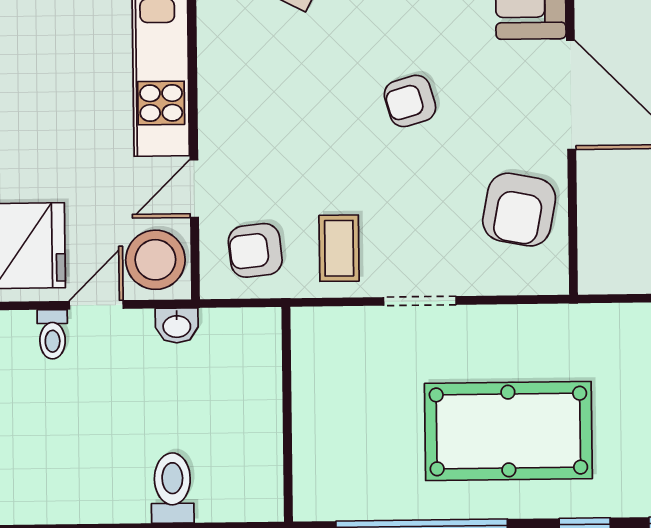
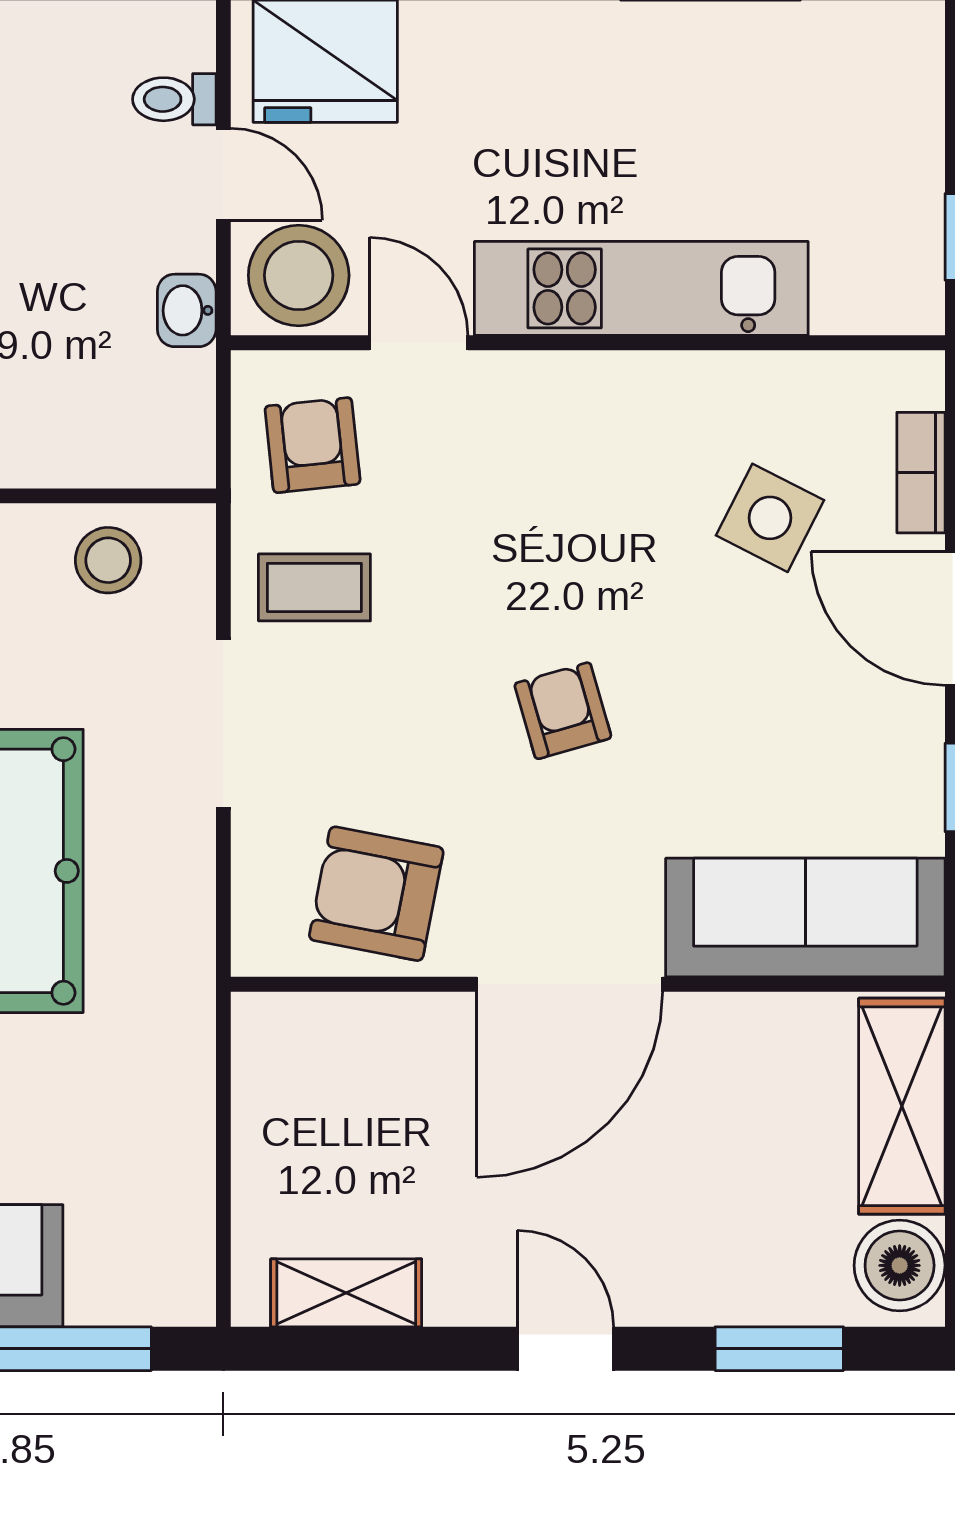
doorway: (420, 301) -> (223, 723), width x1.38
stool: (325, 370) -> (108, 560), added

